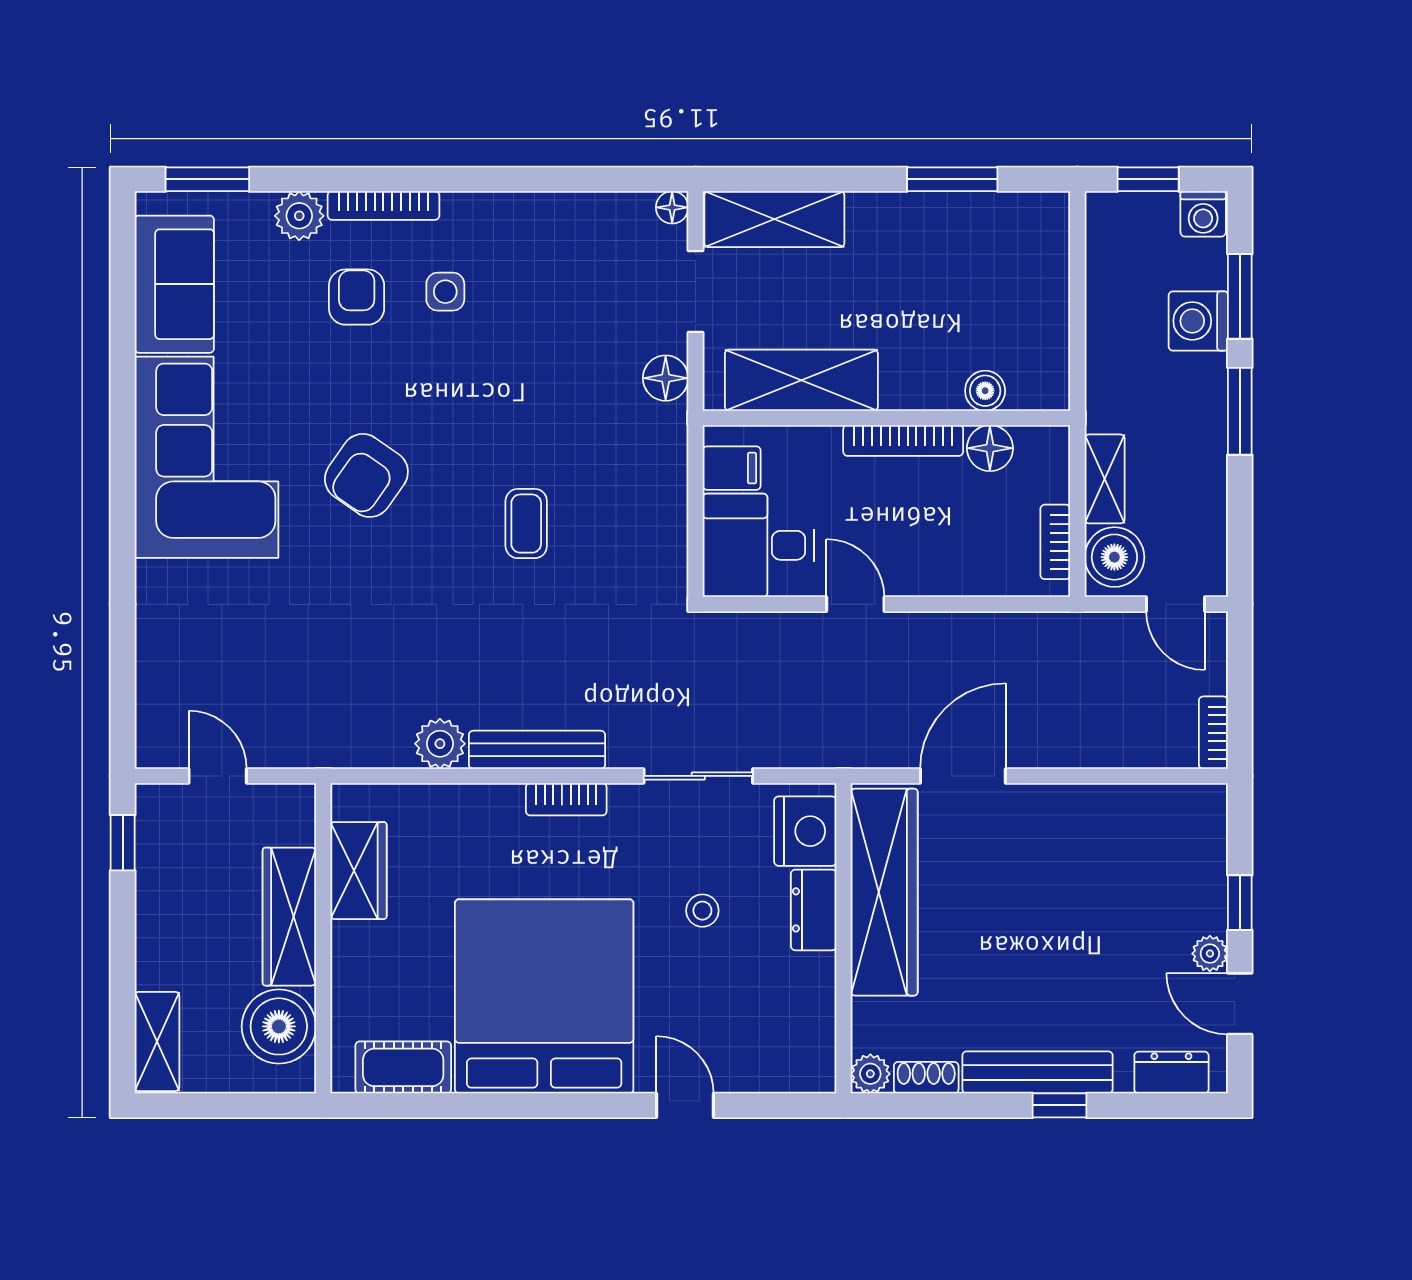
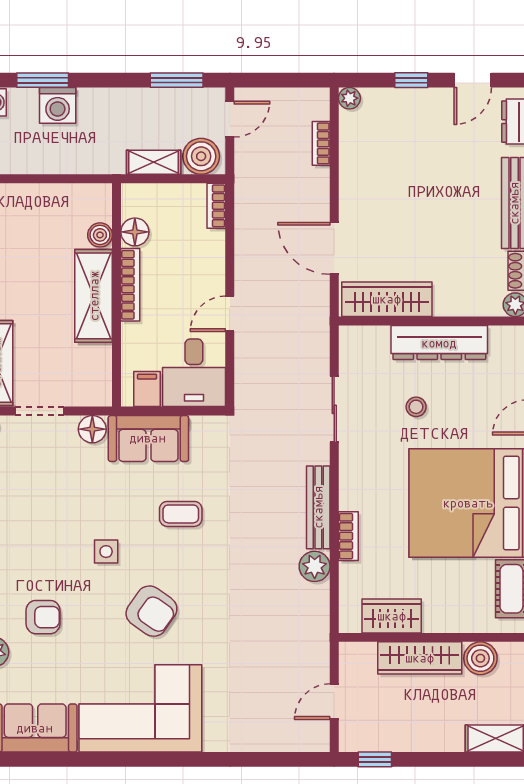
side table: (445, 292) -> (106, 552), moved
armchair: (357, 297) -> (43, 617), turned 180
shelving: (801, 380) -> (94, 296), moved
window: (1240, 411) -> (177, 80), moved
sofa: (650, 470) -> (148, 438), added
bookcase: (1055, 542) -> (216, 206), moved, turned 90
bookcase: (1213, 733) -> (321, 143), moved, turned 90
bookcase: (566, 799) -> (348, 536), moved
nightstand: (805, 831) -> (368, 344), removed
wardrobe: (884, 892) -> (387, 299), width x0.71, depth x0.85
dresser: (814, 910) -> (439, 343), width x1.96, depth x1.24
plant: (1210, 954) -> (349, 98), moved
boiler: (279, 1026) -> (480, 658), width x0.73, depth x0.73

